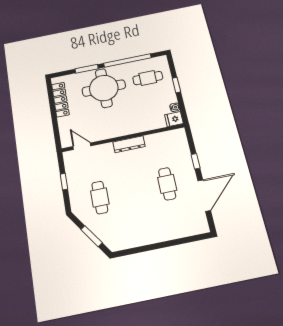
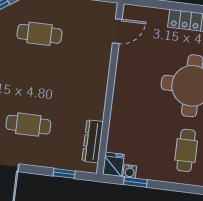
window: (176, 85) -> (135, 182), moved
dresser: (129, 144) -> (93, 141), moved
window: (196, 161) -> (64, 173), moved

